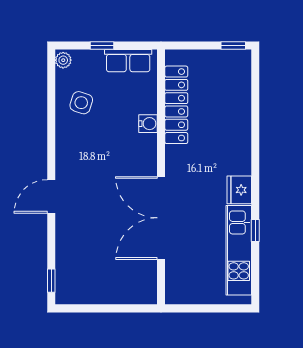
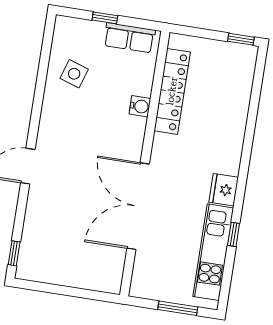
plant: (63, 60) -> (62, 27), removed
window: (214, 308) -> (178, 308), added

